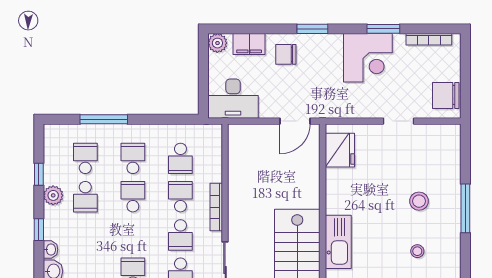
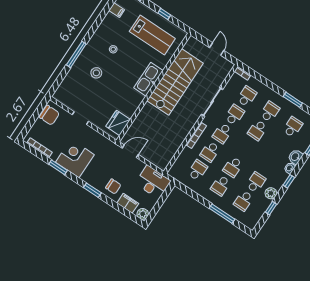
school desk: (180, 235) -> (222, 133), turned 180

